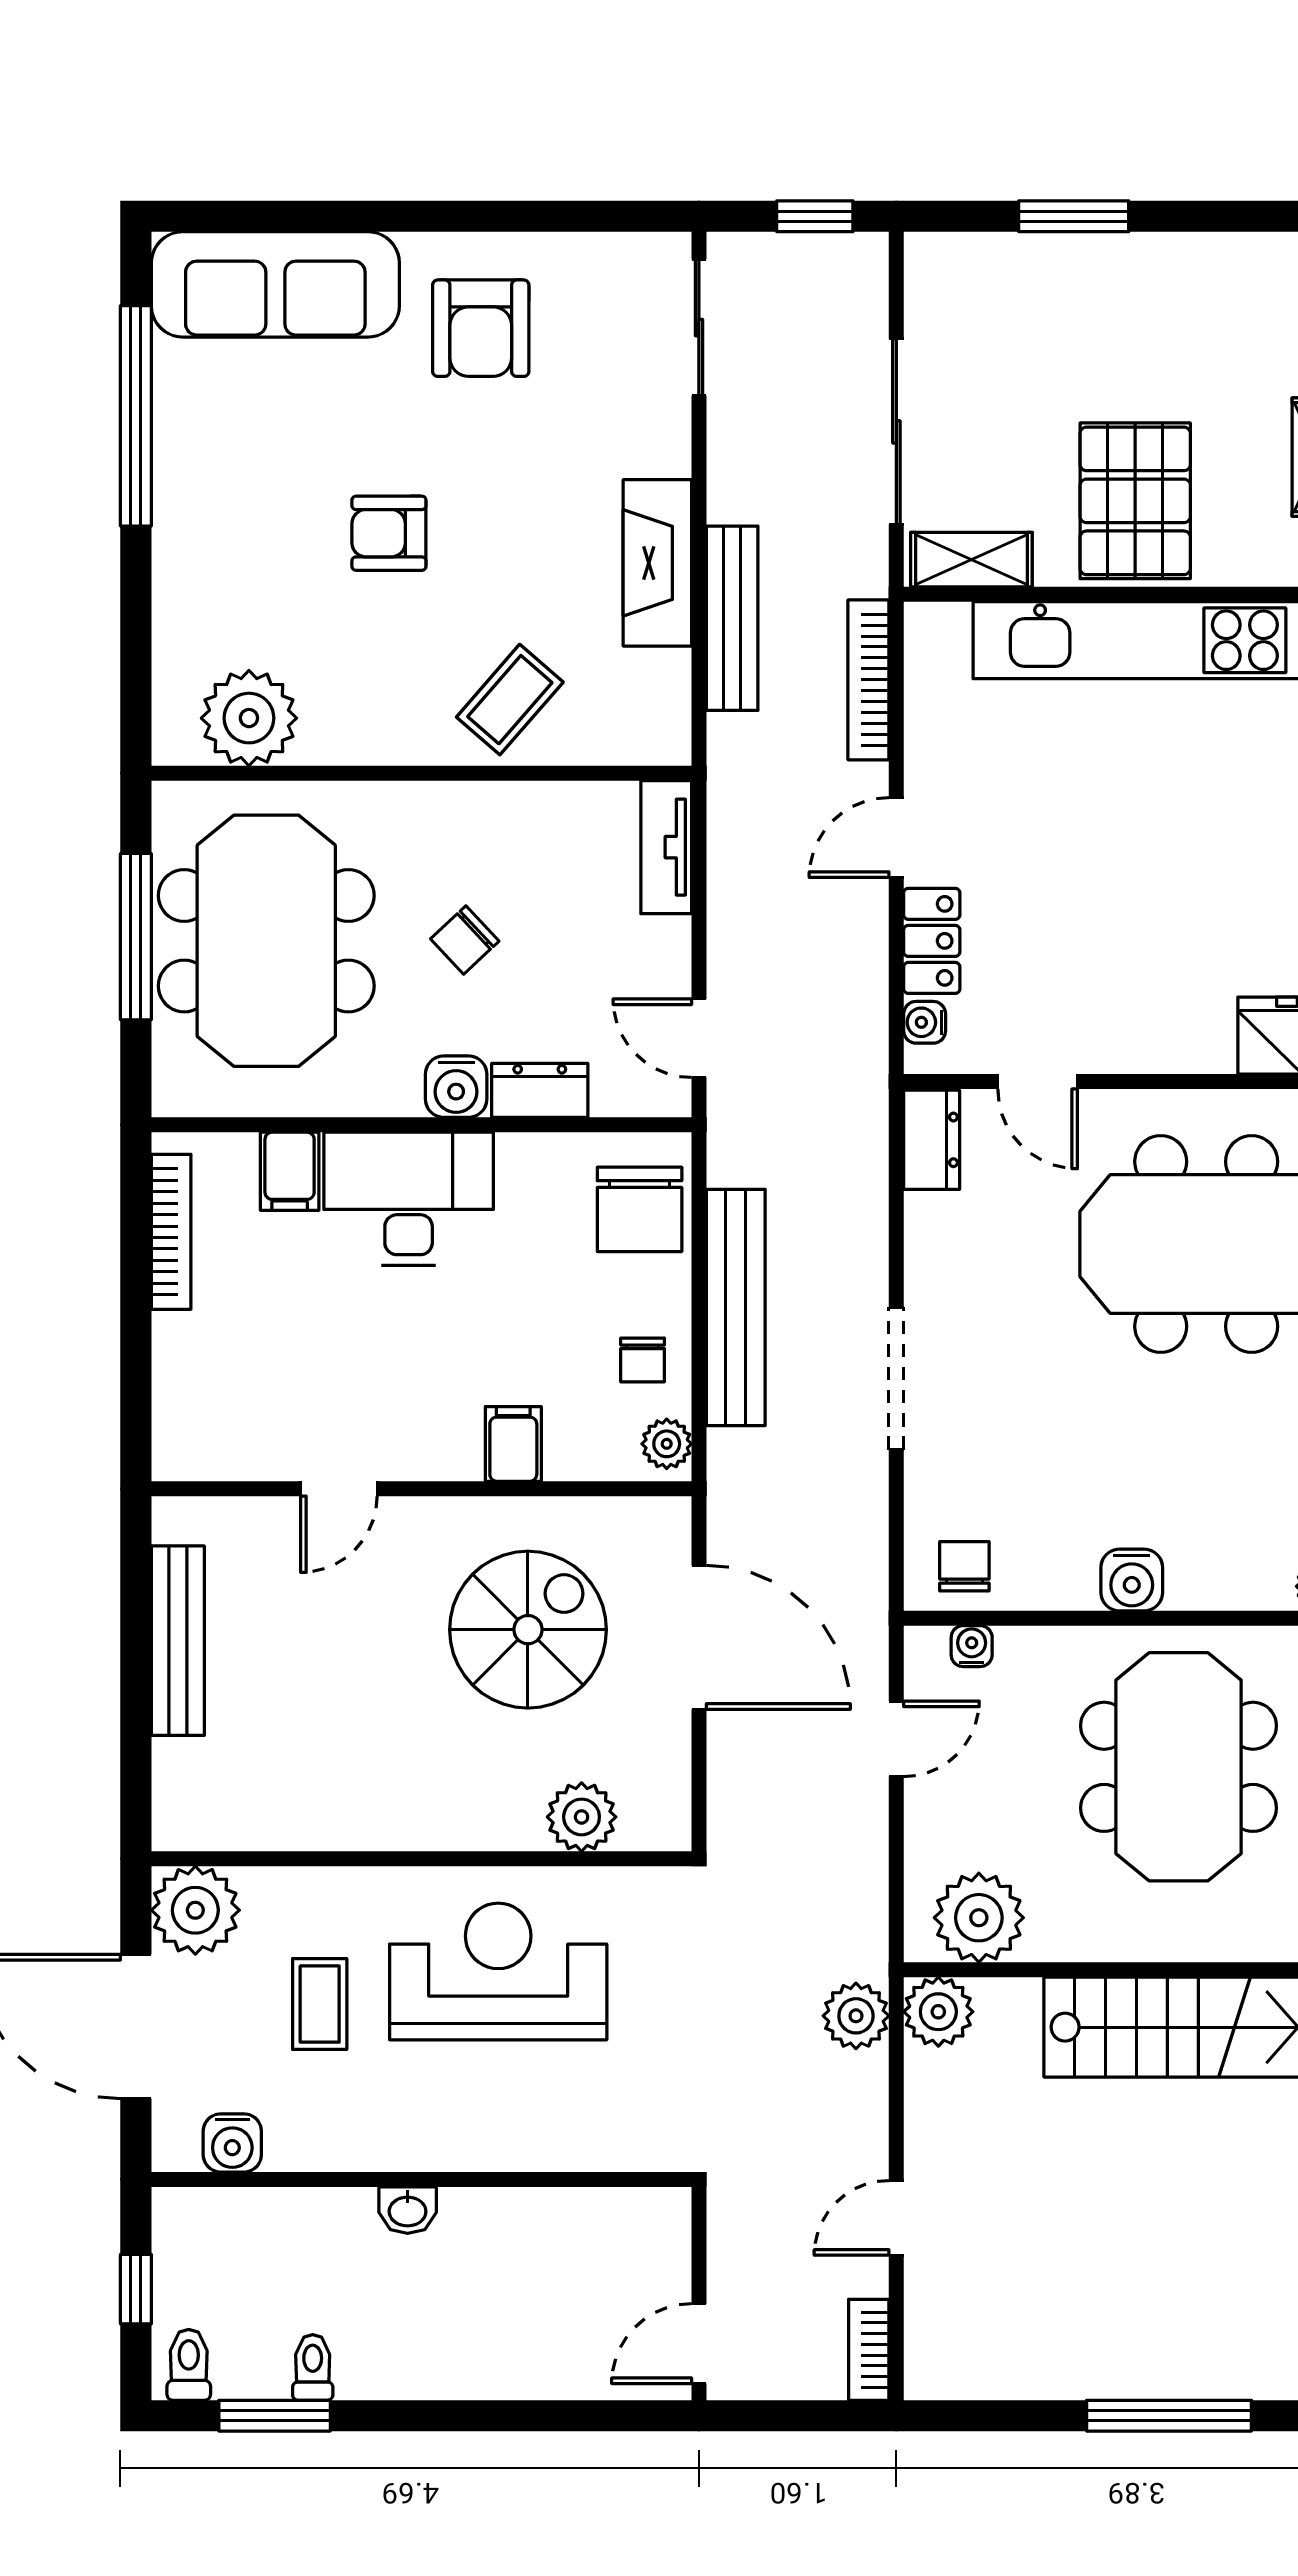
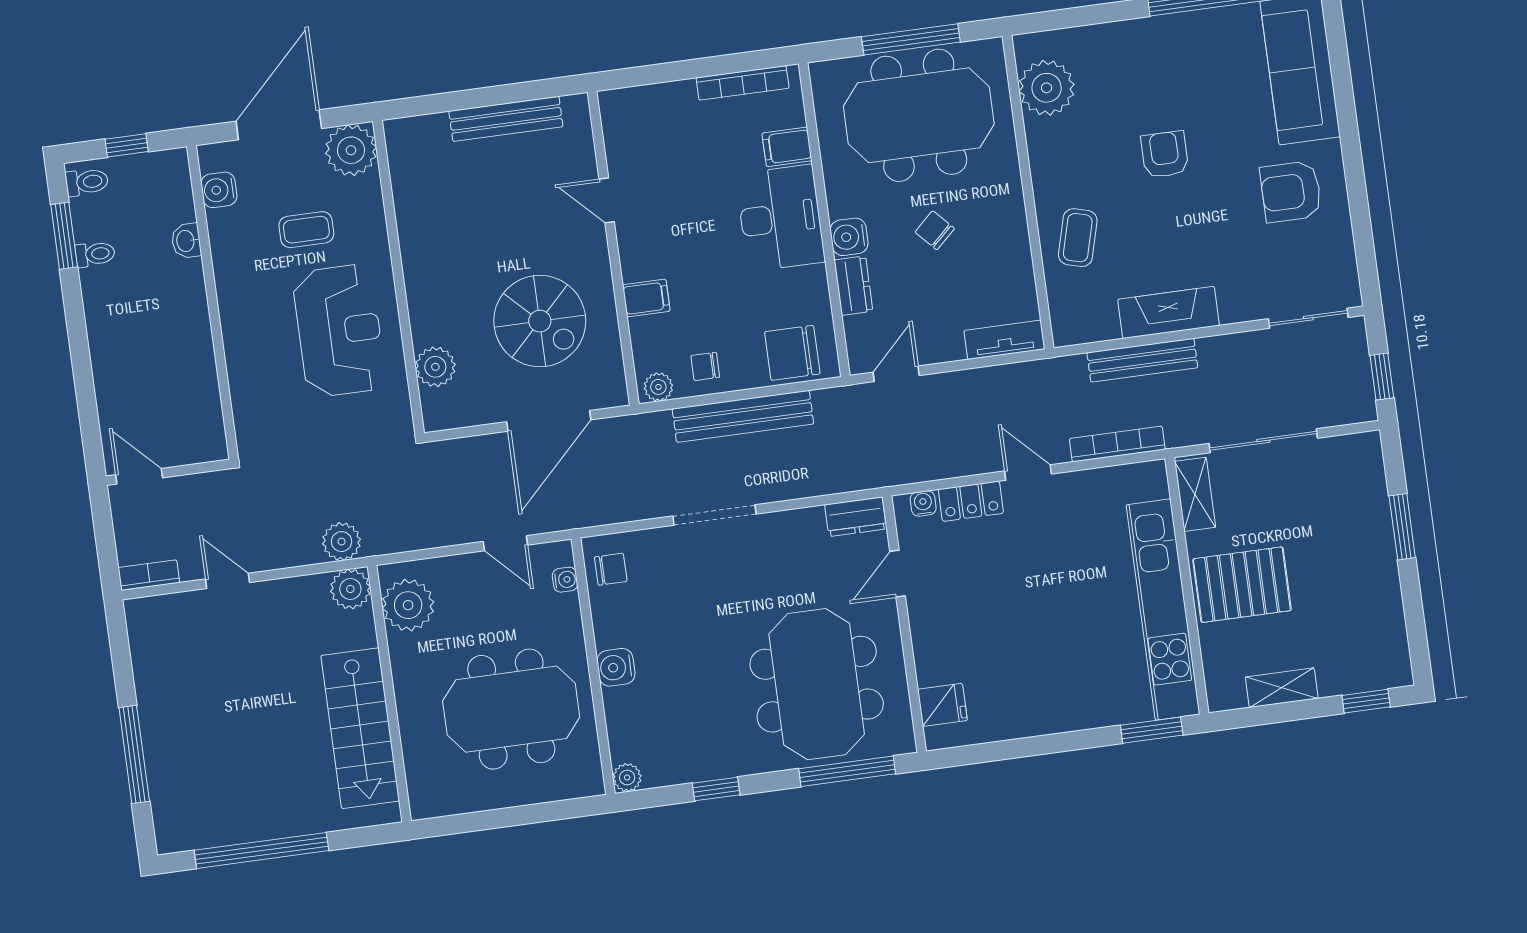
coffee table: (510, 700) -> (1078, 238), turned 64
washbasin: (408, 2210) -> (186, 241), moved

